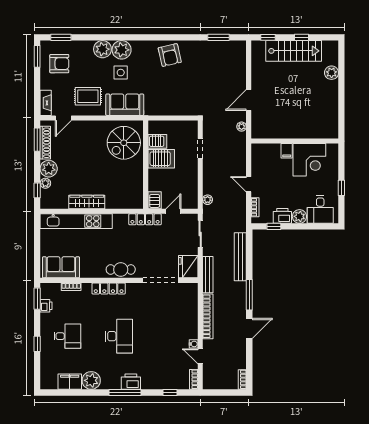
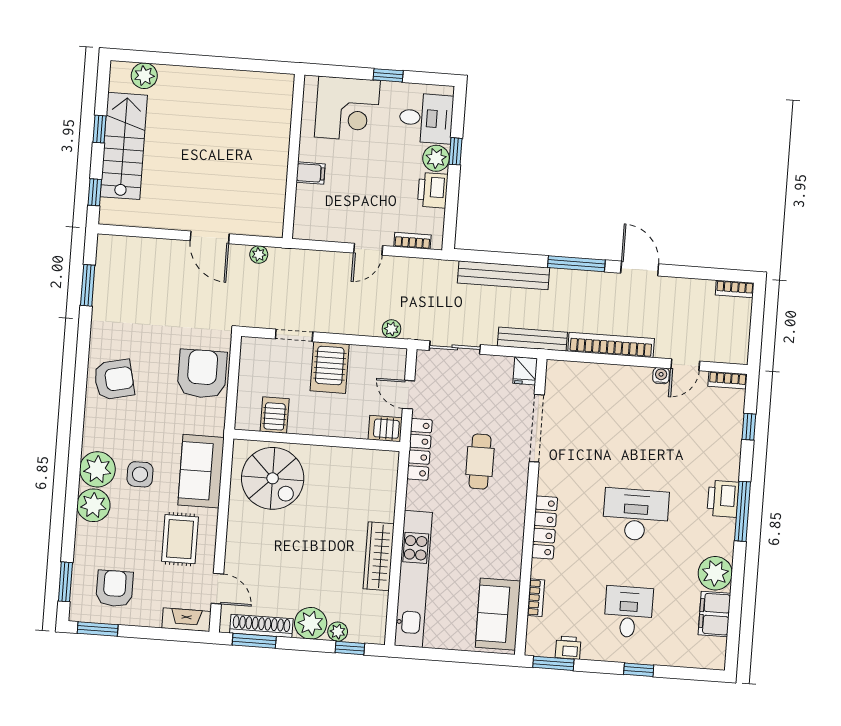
plant: (332, 73) -> (144, 76), moved
armchair: (176, 101) -> (202, 374), added
server rack: (161, 159) -> (330, 367), moved, turned 180
corner desk: (309, 160) -> (347, 109), moved, turned 90
window: (274, 226) -> (455, 151), moved
fridge: (188, 267) -> (525, 371), width x0.53, depth x0.75
cafe table: (121, 269) -> (480, 462), moved

